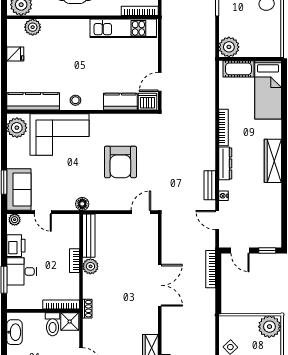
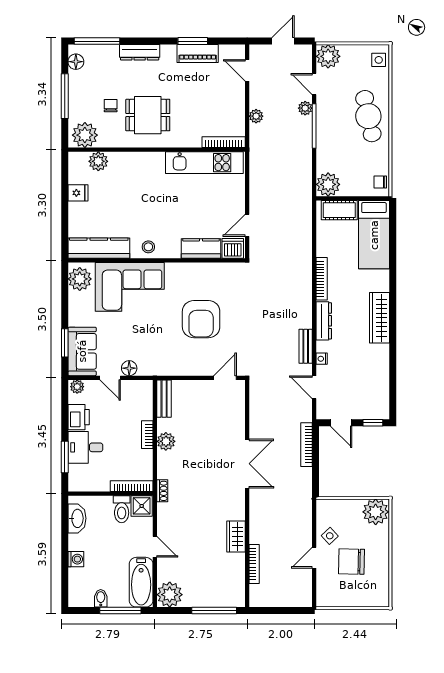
chair: (273, 45) -> (380, 182), added
floor lamp: (82, 204) -> (129, 368), moved
bench: (89, 236) -> (164, 399), width x0.73

